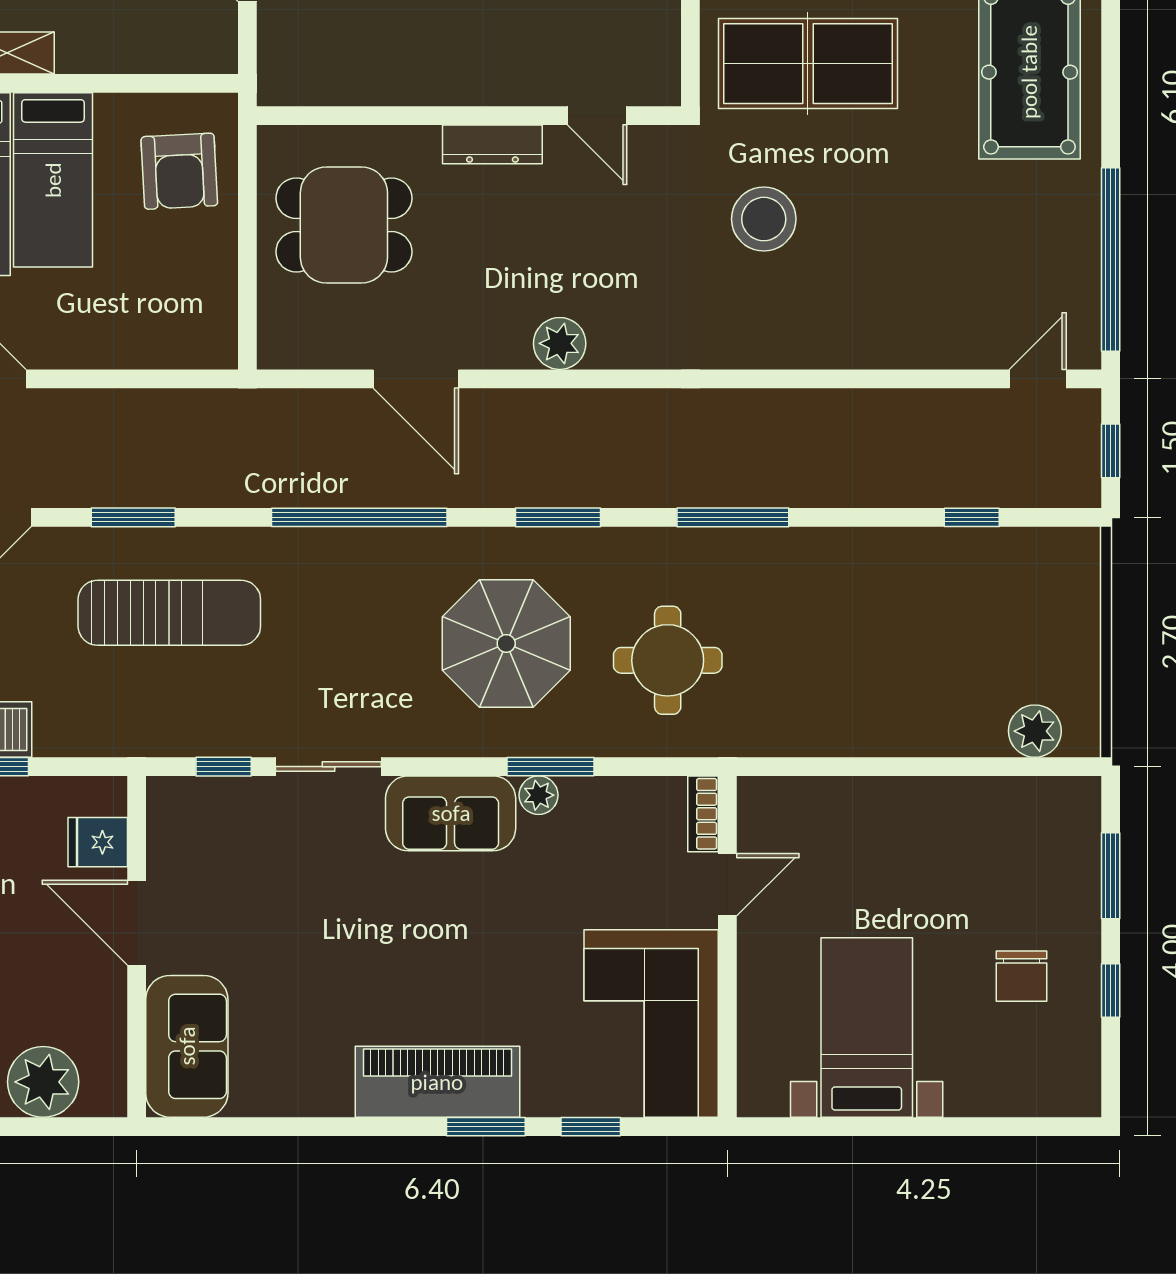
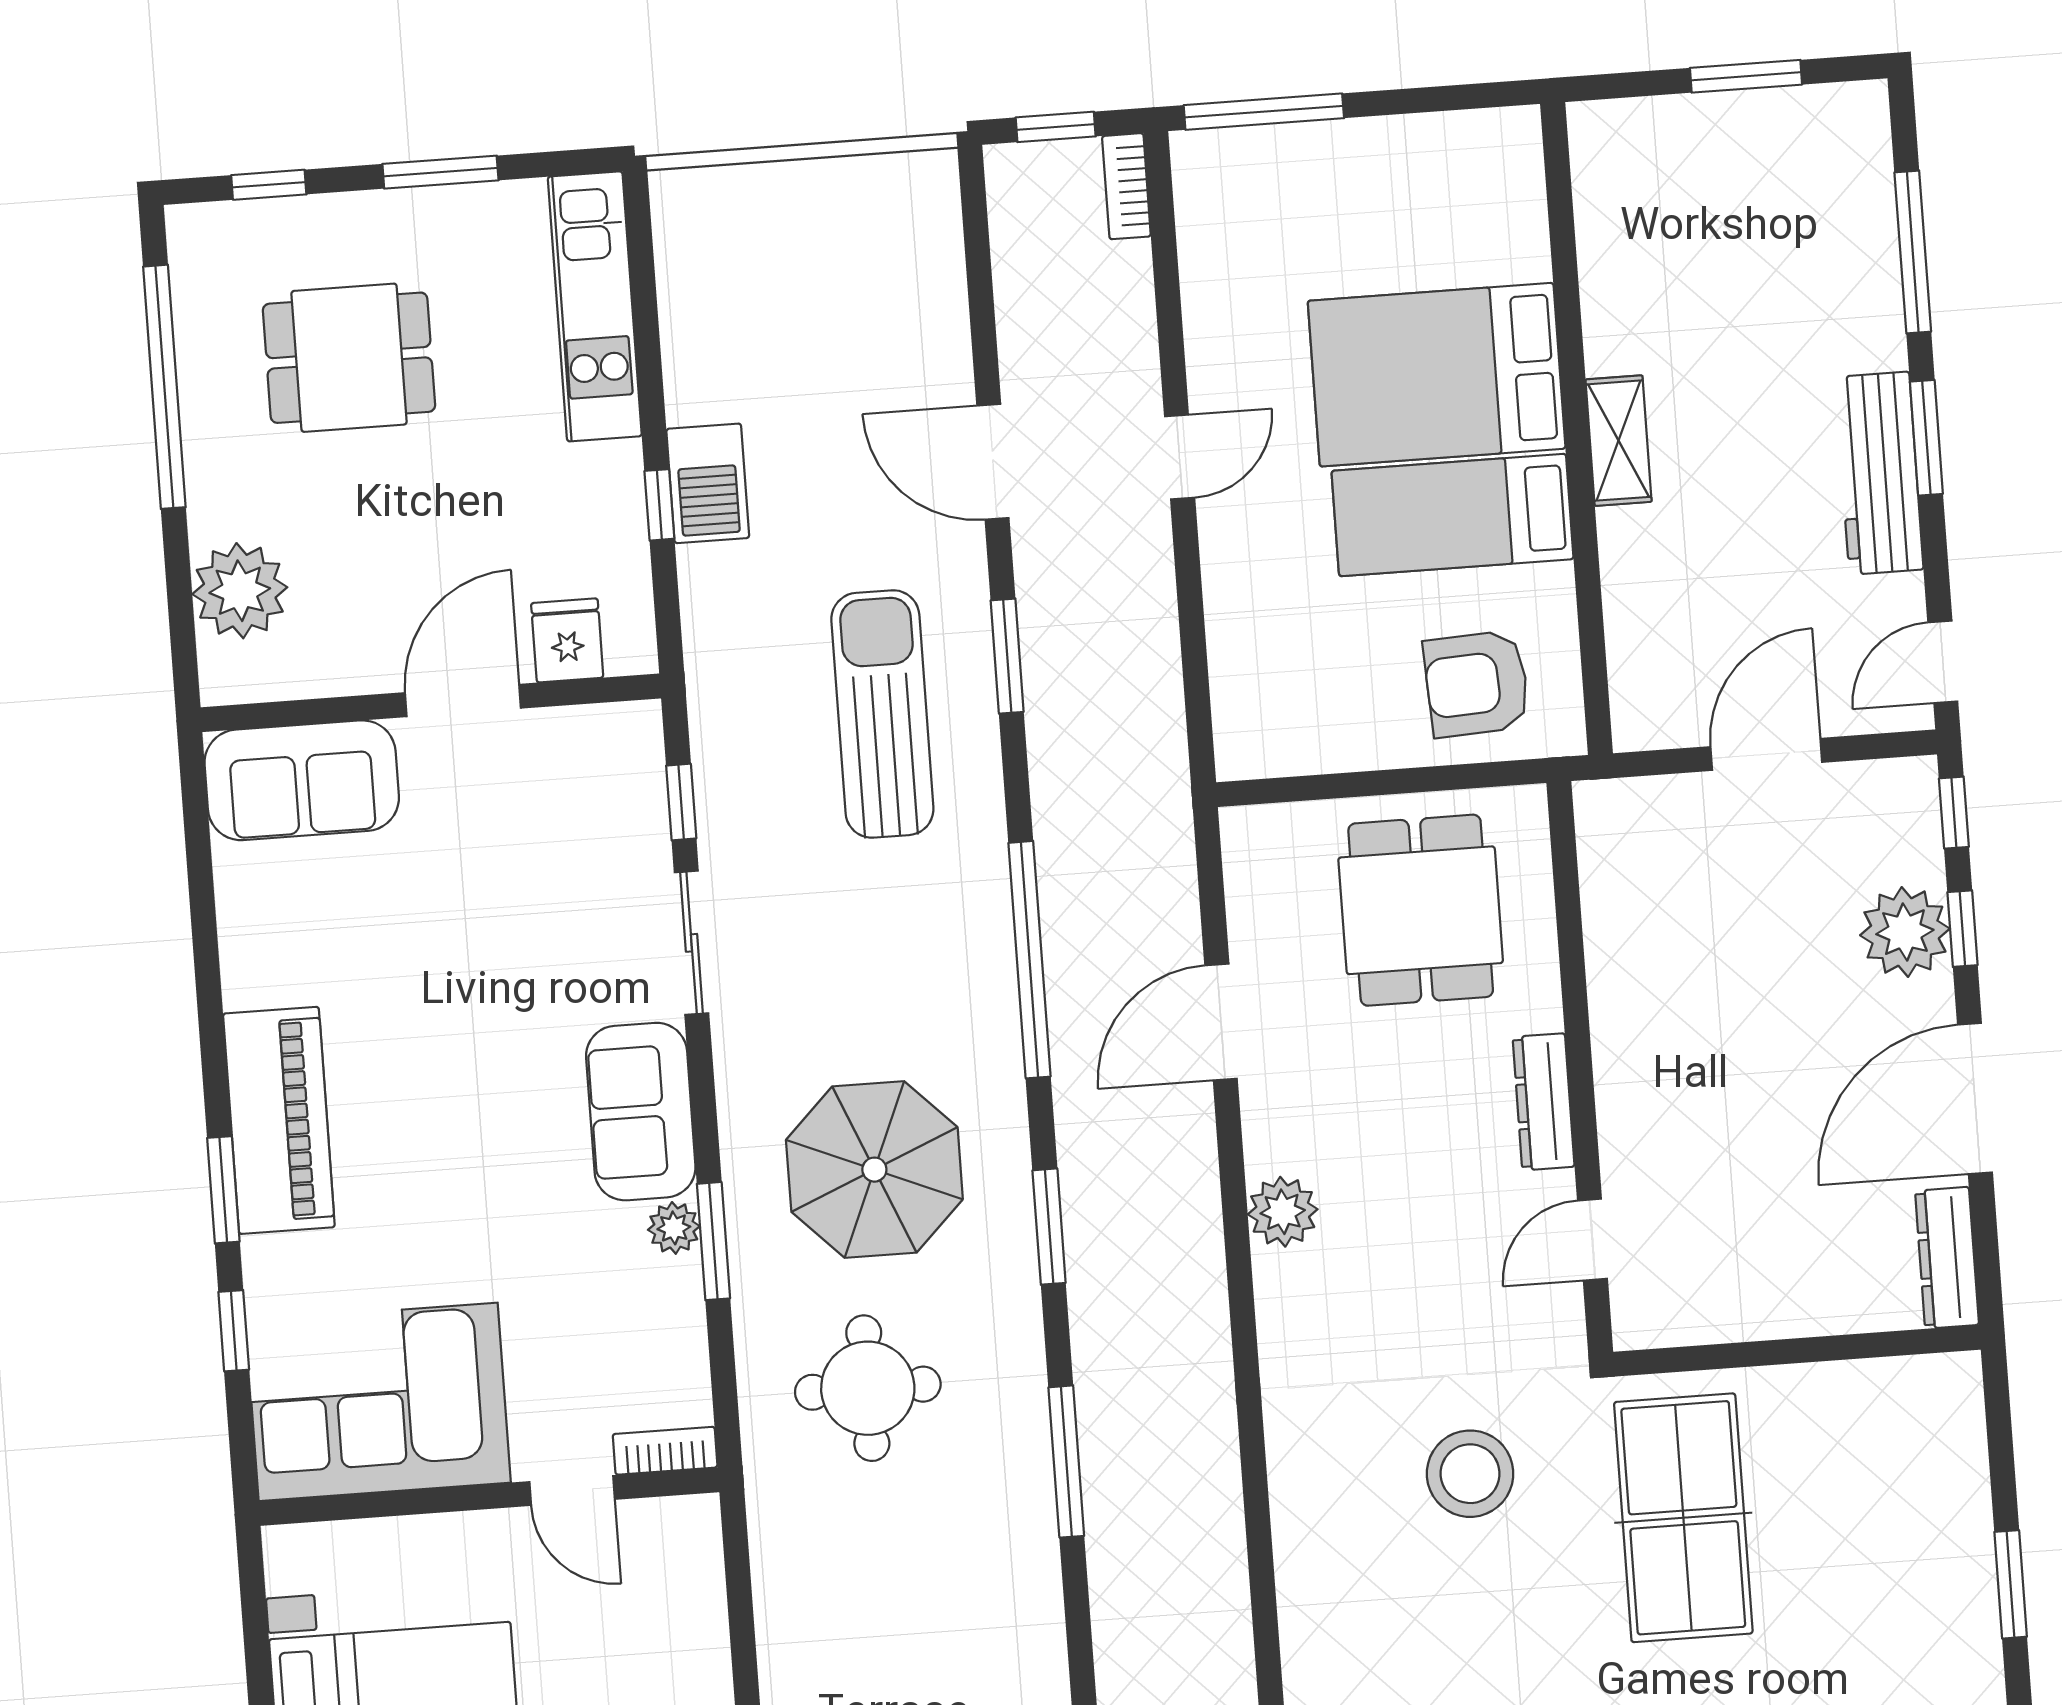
sun lounger: (169, 613) -> (882, 714), turned 180

